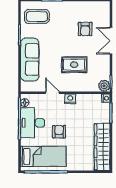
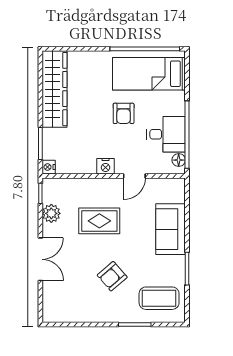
armchair: (85, 29) -> (112, 276), moved, turned -131
sofa: (30, 60) -> (170, 229), width x0.73
plant: (104, 86) -> (51, 213), moved
door: (52, 93) -> (134, 176), hinge flipped
desk: (33, 123) -> (166, 134), width x0.73

